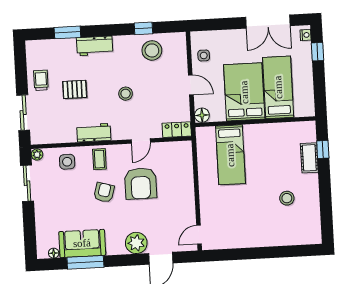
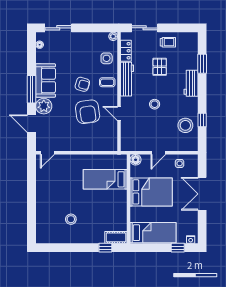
double door: (268, 22) -> (202, 194), moved
bed: (278, 87) -> (153, 233), moved
locker: (177, 130) -> (126, 51), moved
workbench: (94, 133) -> (127, 79), width x1.38
cot: (309, 158) -> (116, 237), moved
sliding door: (27, 183) -> (58, 28), moved
armchair: (141, 183) -> (88, 112), turned -98
door: (199, 235) -> (47, 153), swing flipped
sofa: (82, 243) -> (46, 80), moved
window: (85, 262) -> (32, 89), moved

